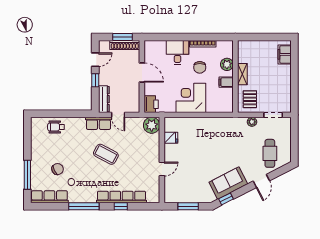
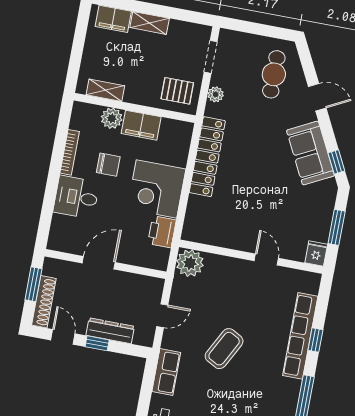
shoe rack: (125, 45) -> (44, 302), moved
shelving: (242, 74) -> (105, 90), moved
shelving: (286, 76) -> (150, 23), added
filing cabinet: (226, 82) -> (141, 125), width x2.00
dresser: (104, 99) -> (110, 331), moved
printer: (151, 104) -> (162, 232), moved, turned -90
row of seats: (98, 123) -> (166, 372), moved
locker: (215, 124) -> (207, 157), added
fridge: (171, 138) -> (316, 253), moved
cafe table: (270, 153) -> (274, 74), turned 90

